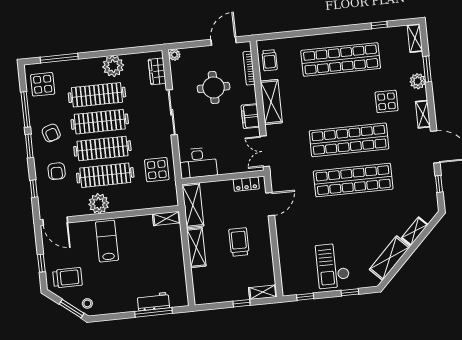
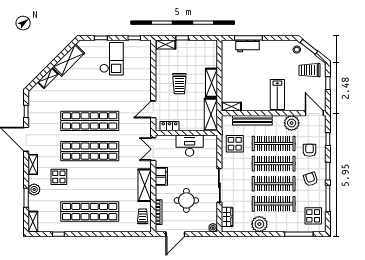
double door: (265, 151) -> (153, 149), swing flipped
desk: (198, 163) -> (190, 146), moved
bench: (137, 203) -> (252, 120), added
plant: (99, 204) -> (292, 123), moved

